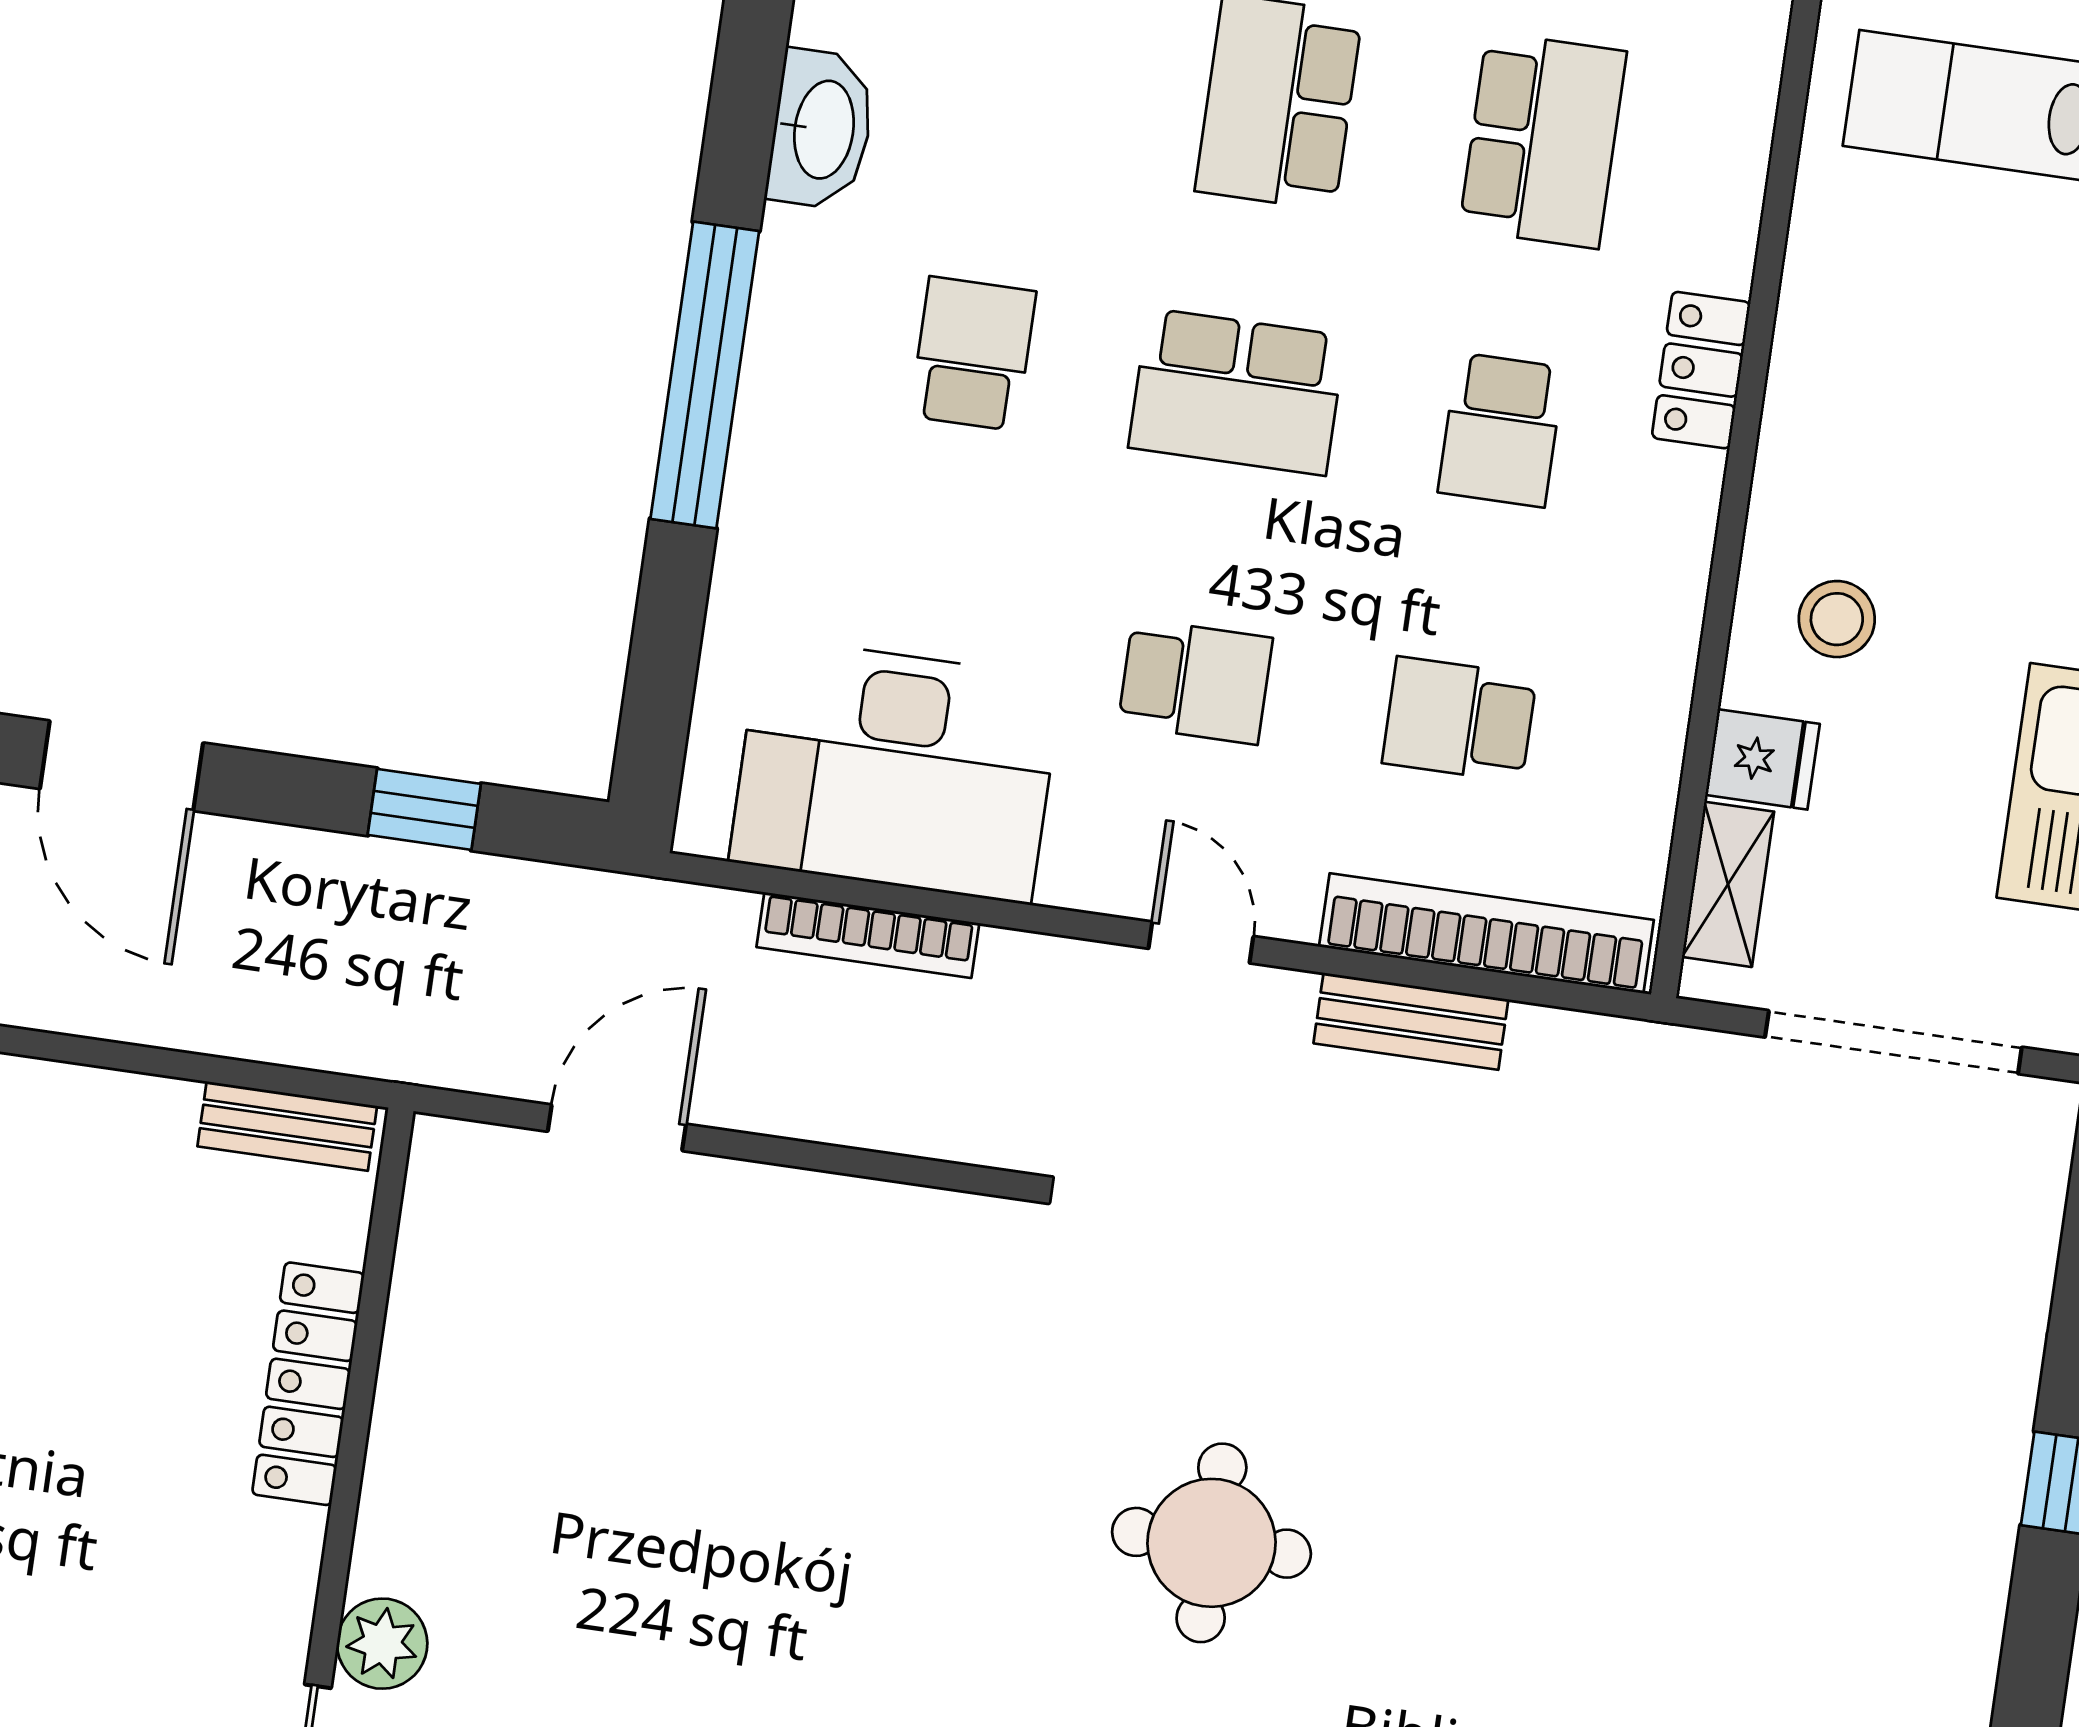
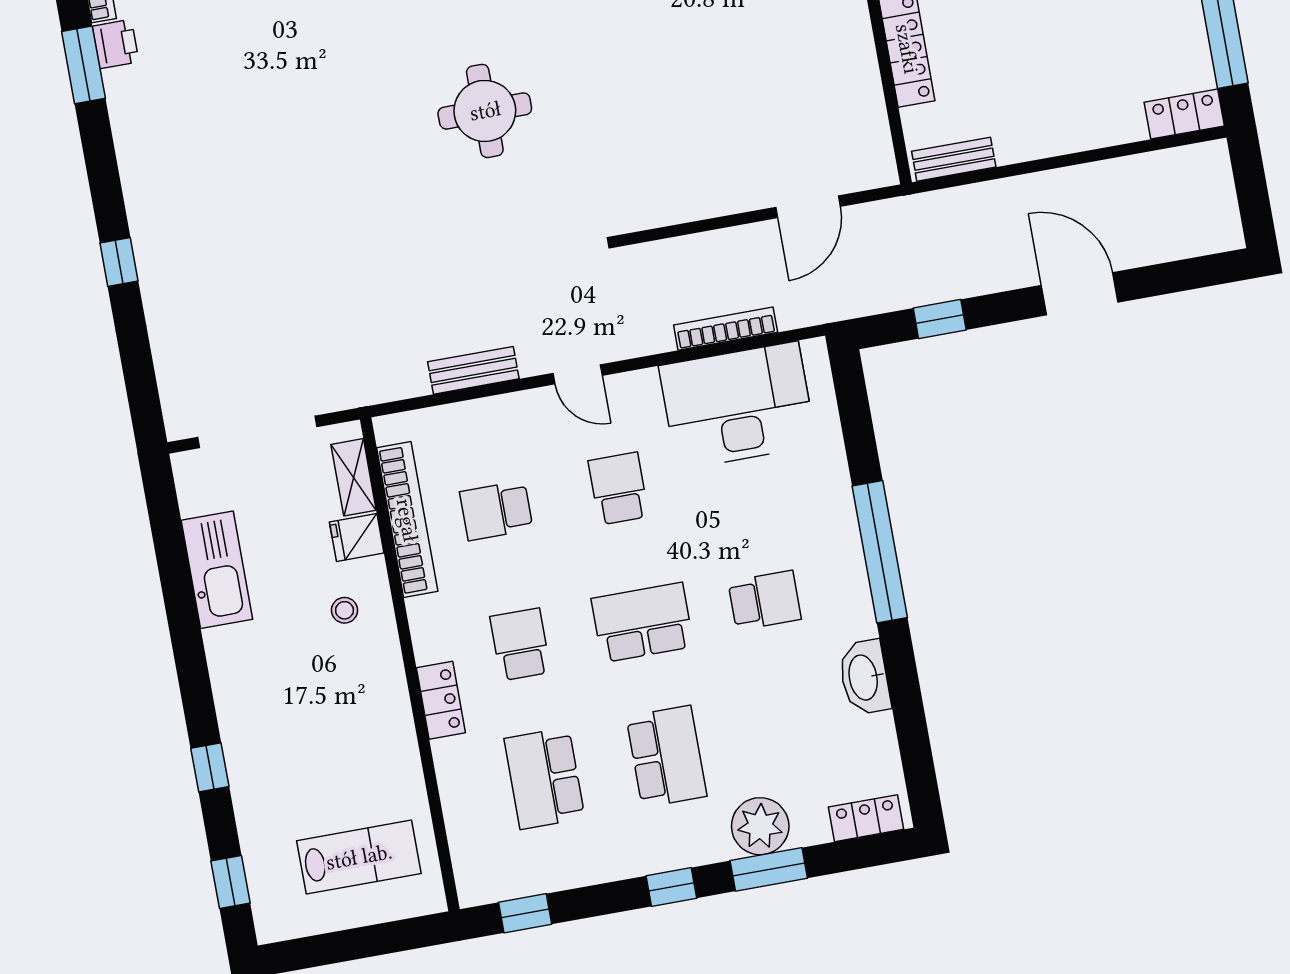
school desk: (973, 354) -> (765, 600), turned -90
stool: (1837, 619) -> (344, 610), width x0.73, depth x0.73
school desk: (1195, 681) -> (618, 489), turned 90
school desk: (1459, 720) -> (496, 511), turned 180
bookcase: (1486, 933) -> (407, 520), moved, turned -90

